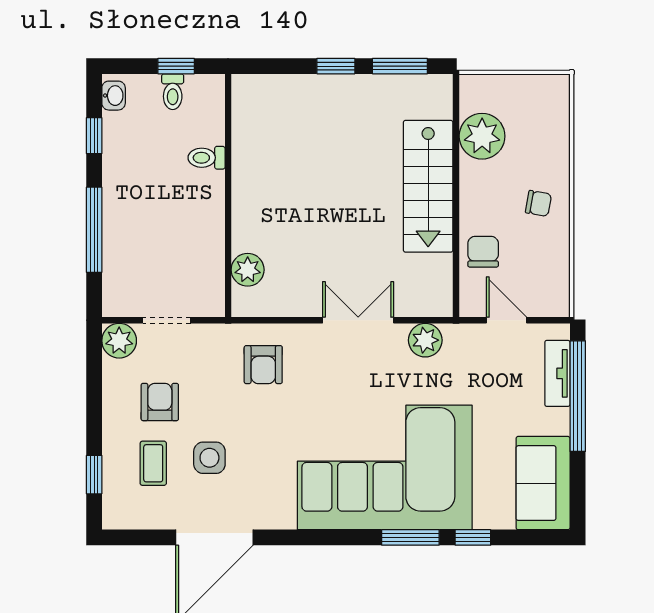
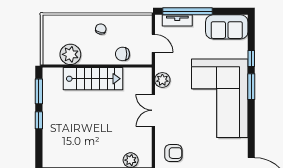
door: (507, 320) -> (153, 43), swing flipped

